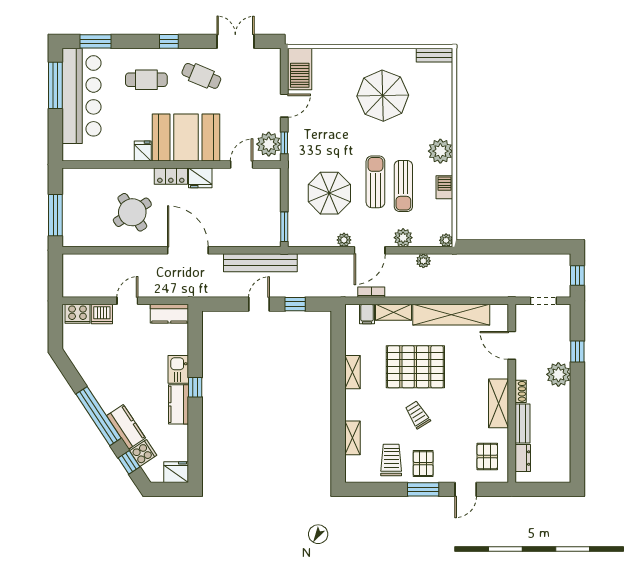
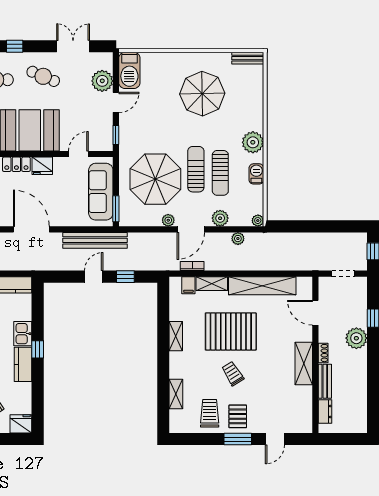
plant: (269, 144) -> (102, 81), moved
parasol: (329, 193) -> (155, 179), width x1.36, depth x1.36
sofa: (267, 207) -> (101, 192), added
pallet: (487, 456) -> (294, 410), removed

